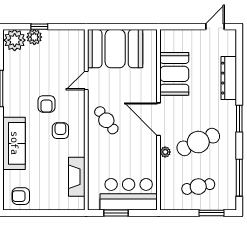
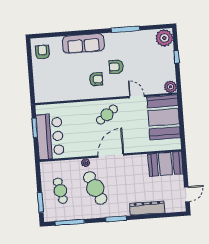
door: (215, 27) -> (187, 194), hinge flipped
plant: (34, 37) -> (170, 87), moved
booth: (174, 74) -> (165, 164), moved
fireplace: (77, 177) -> (61, 95), removed

